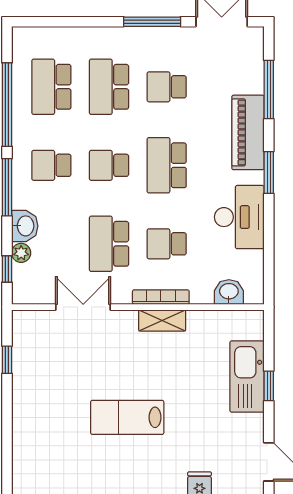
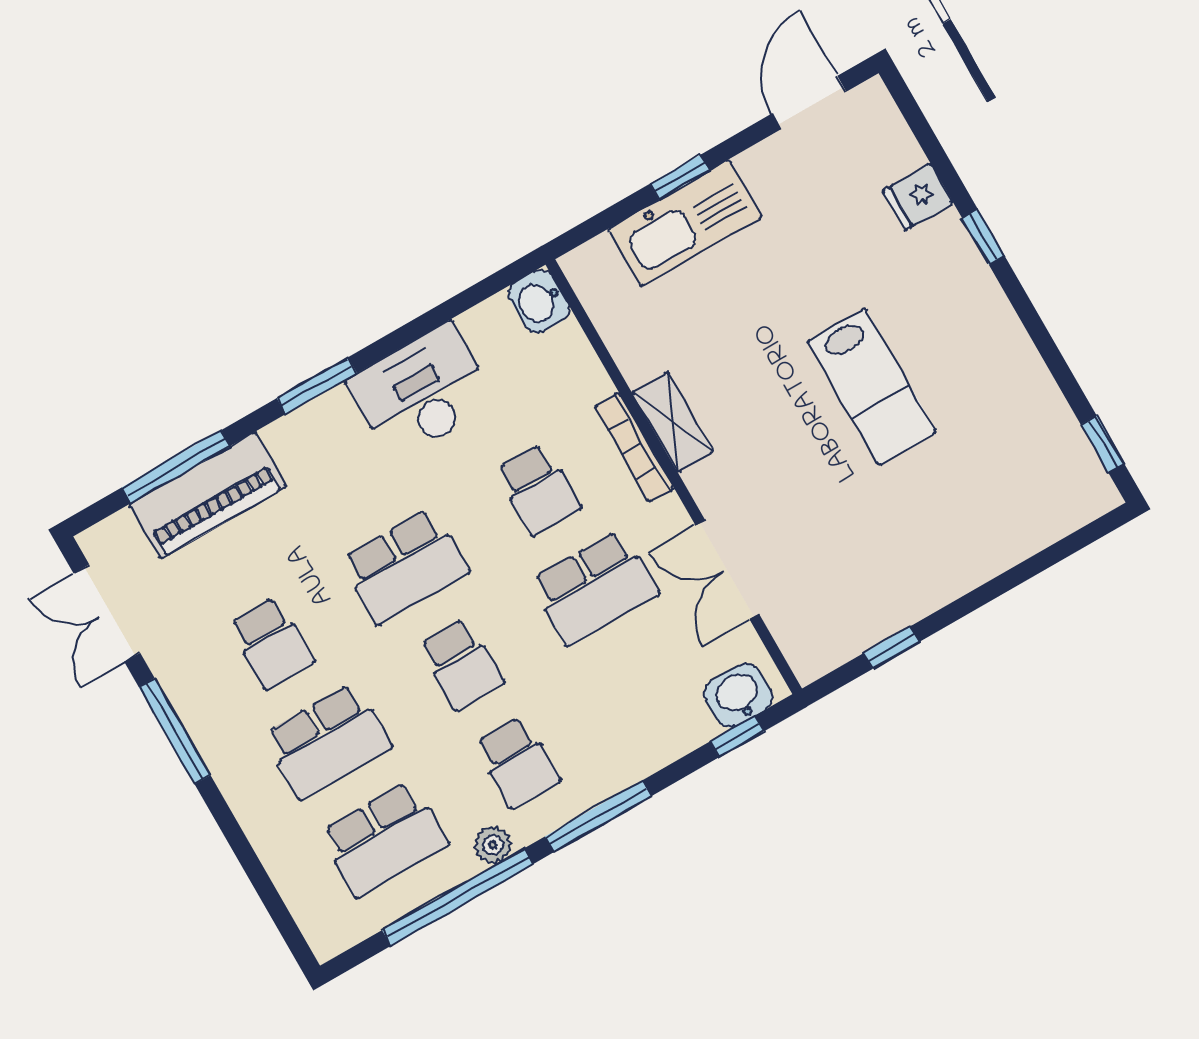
piano: (248, 132) -> (208, 496), moved
washbasin: (25, 226) -> (738, 695), moved
plant: (21, 253) -> (493, 845), moved
washbasin: (229, 292) -> (539, 301), moved

